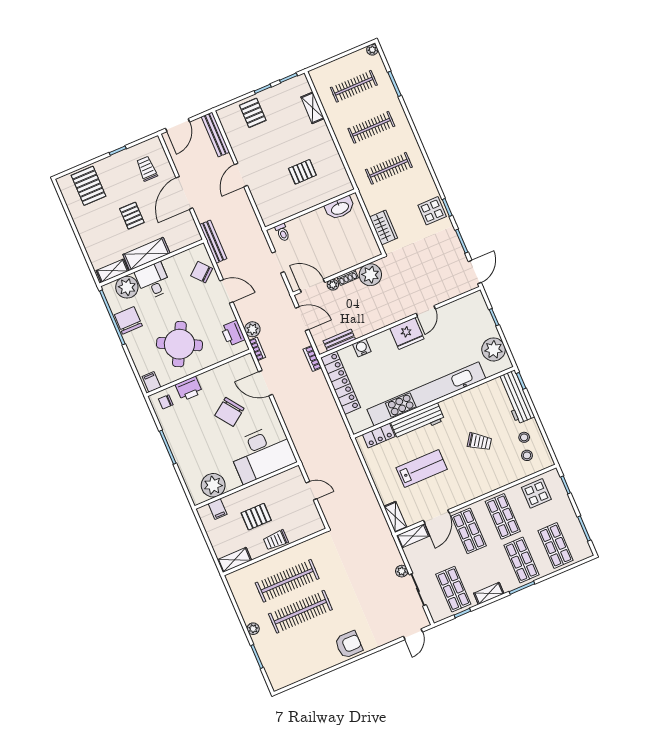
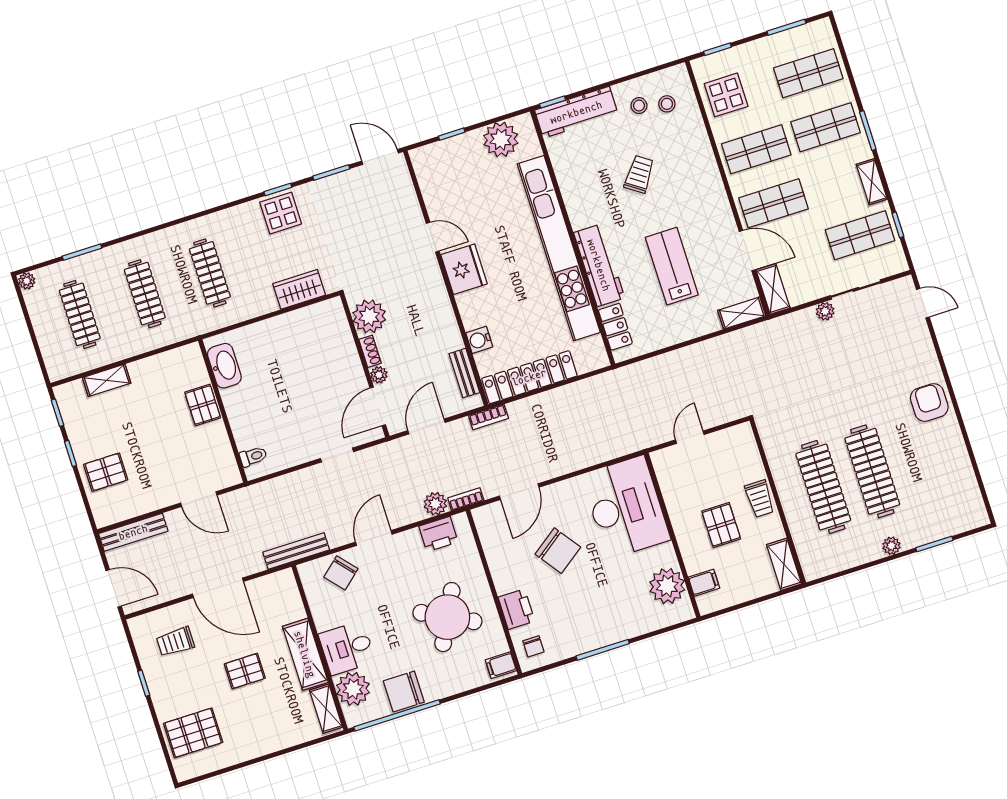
washbasin: (340, 208) -> (224, 366), moved
wall: (310, 210) -> (223, 411), moved
toilet: (282, 232) -> (253, 456), moved

